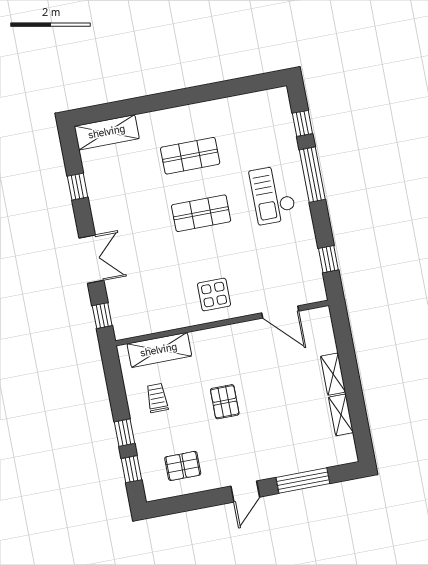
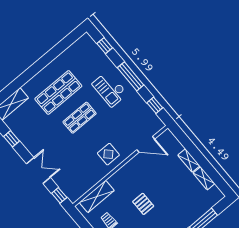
shop shelf: (190, 156) -> (58, 92), width x1.43, depth x1.36
window: (312, 175) -> (131, 76), moved

